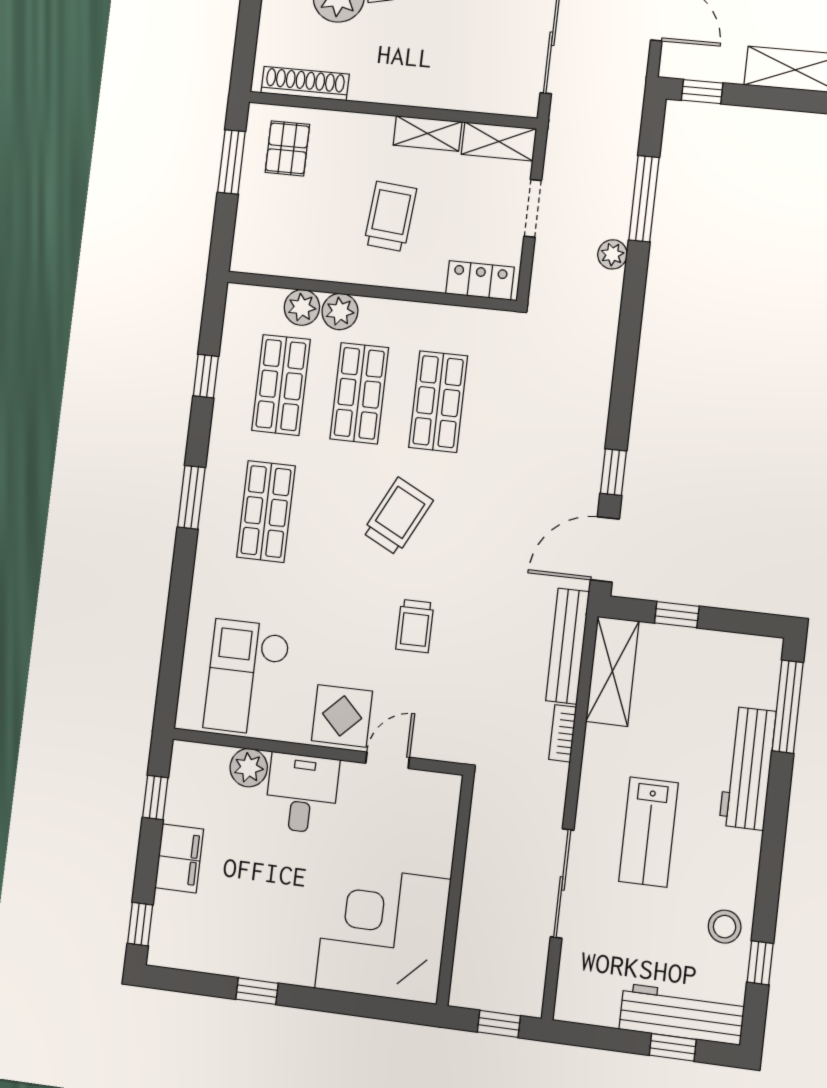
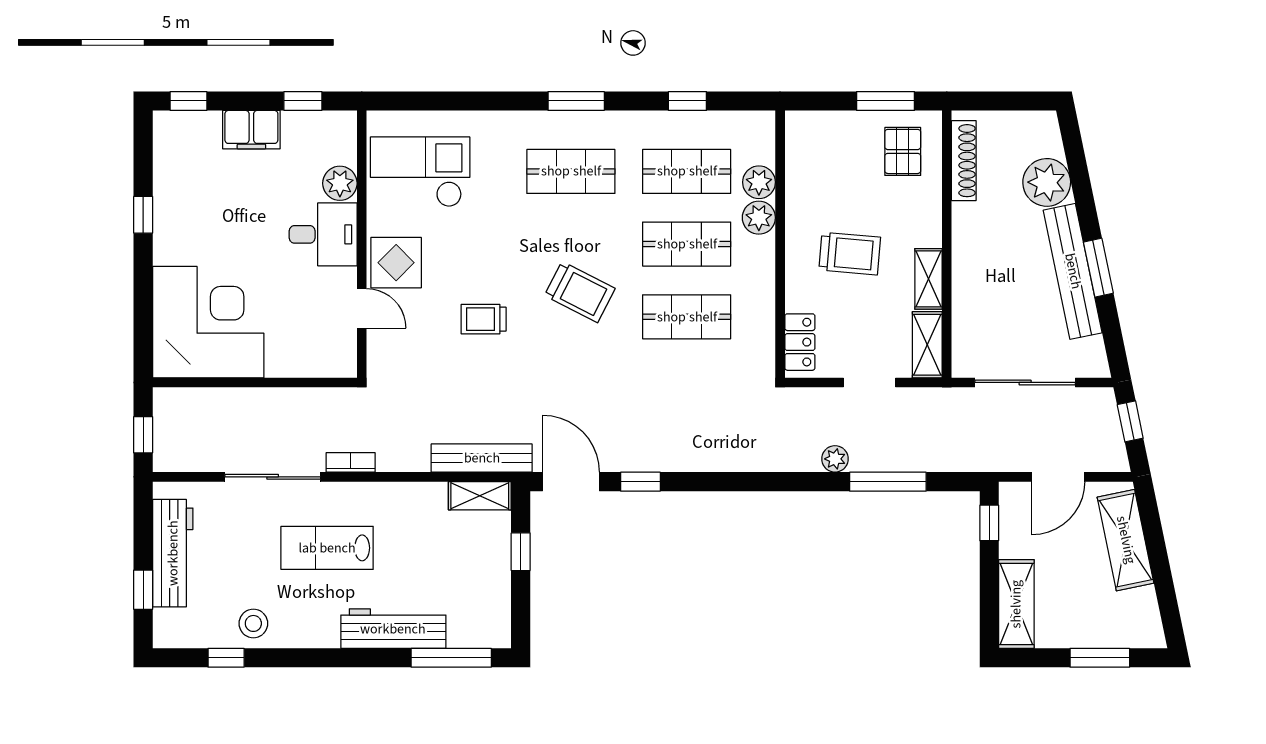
pallet: (287, 148) -> (903, 151), turned 90
shelving: (612, 671) -> (480, 496), width x0.67, depth x0.75
bookcase: (563, 733) -> (351, 462), moved
workbench: (682, 1014) -> (173, 553), moved

